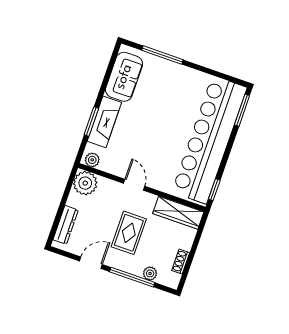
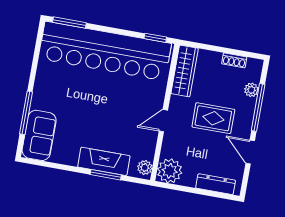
sofa: (124, 77) -> (39, 135), moved, turned 90

